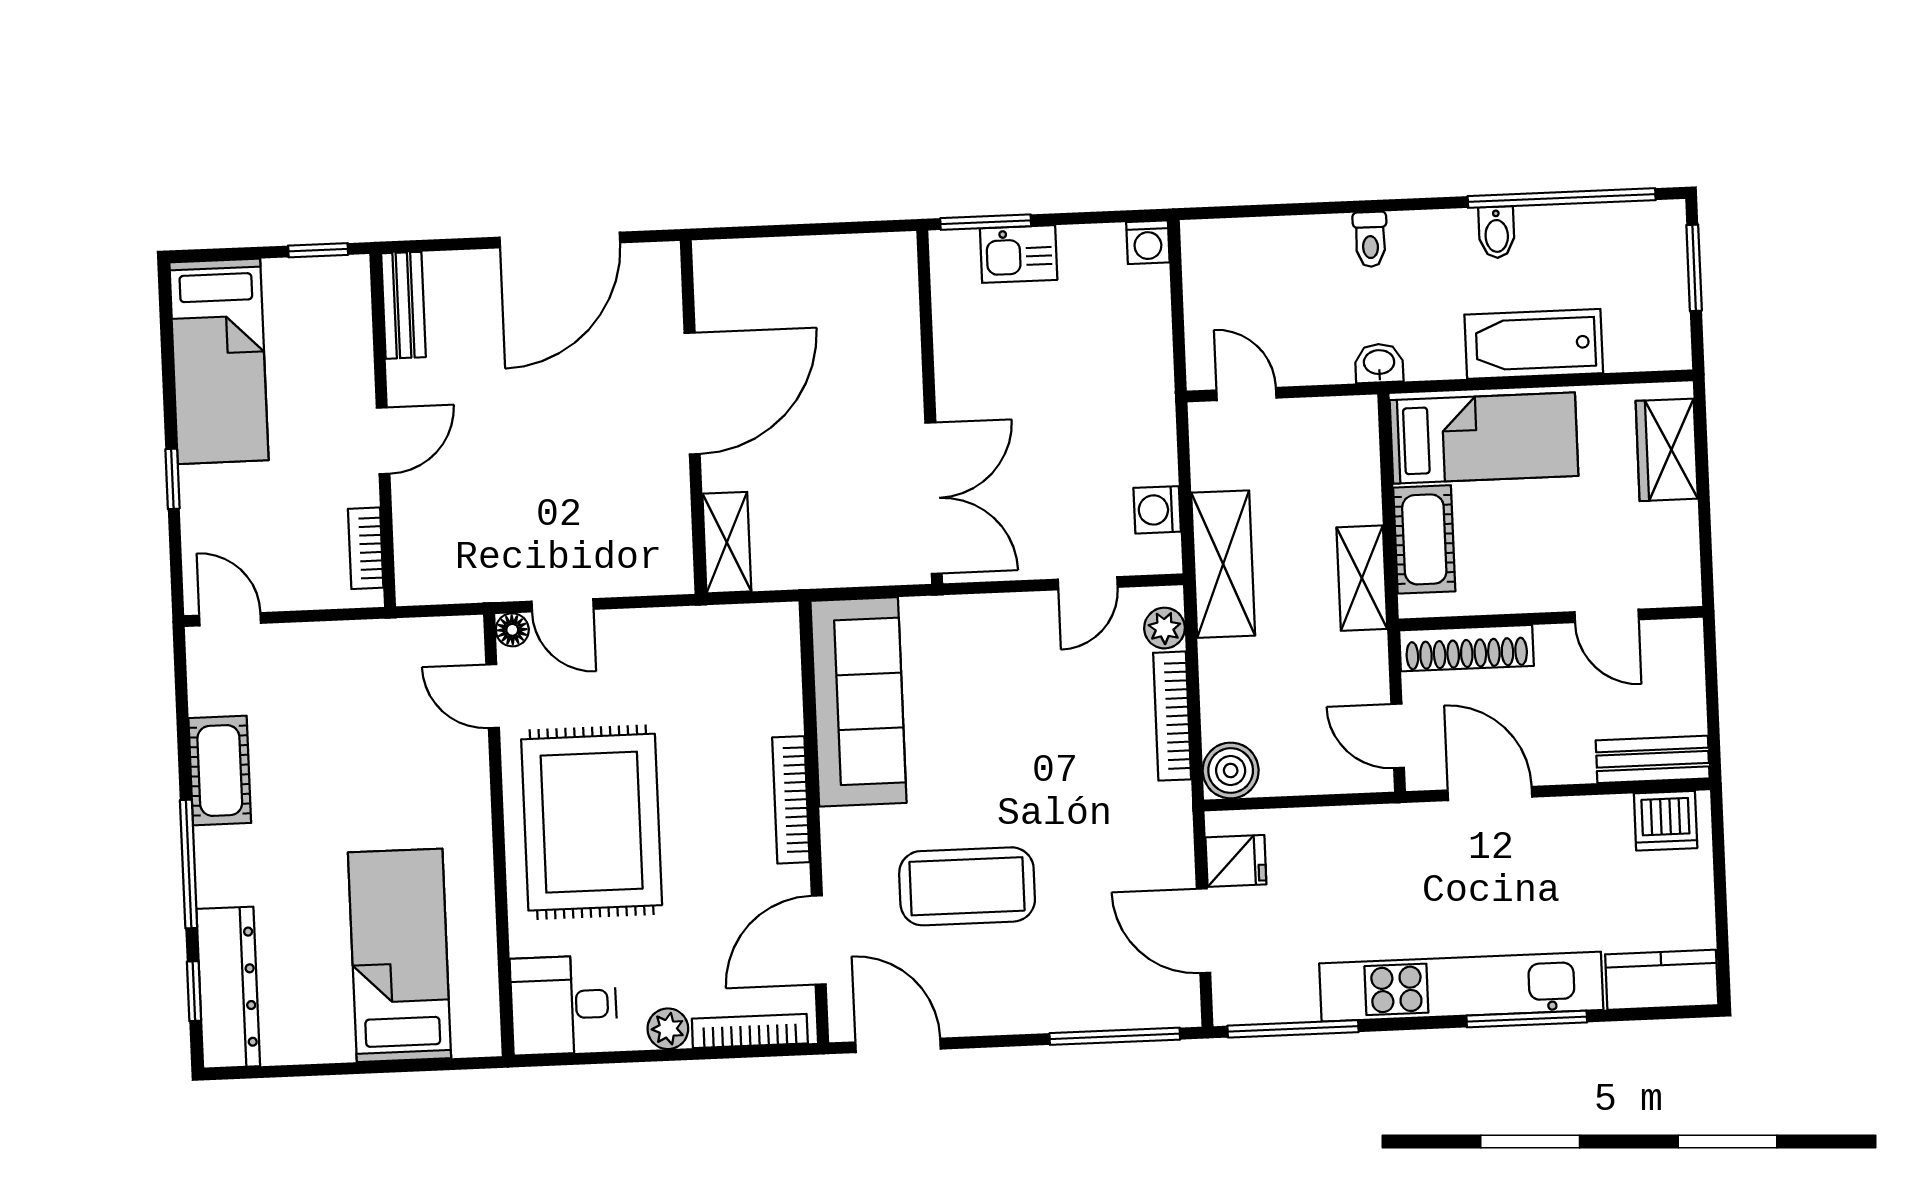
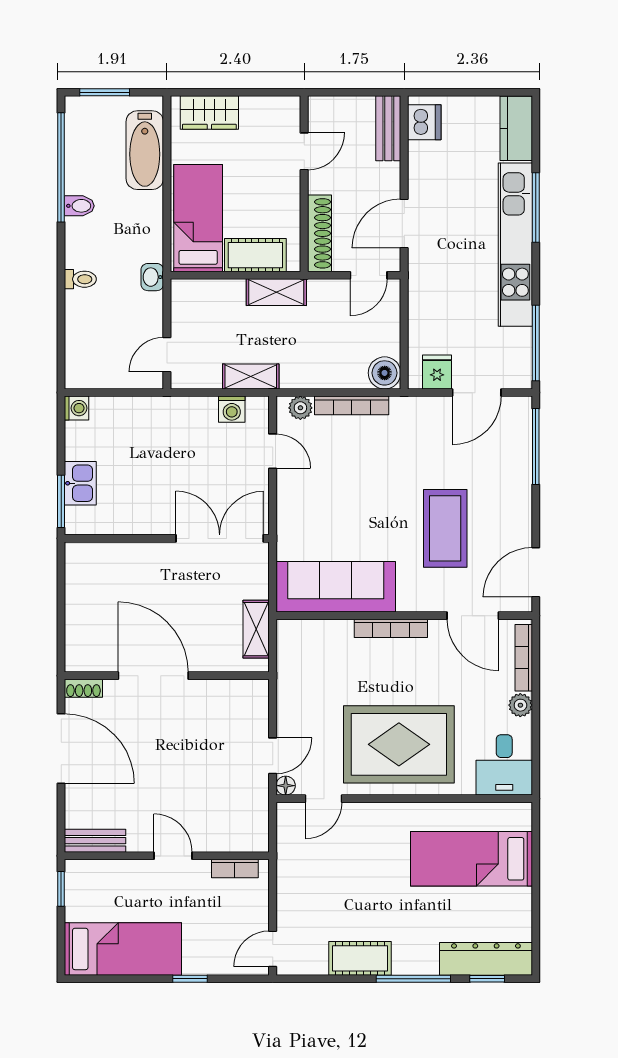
shoe rack: (665, 274) -> (83, 688), added
bathtub: (1534, 344) -> (145, 150), moved
shelving: (727, 543) -> (256, 629), moved, turned 90
shelving: (1223, 564) -> (251, 376), width x0.67, depth x0.75

